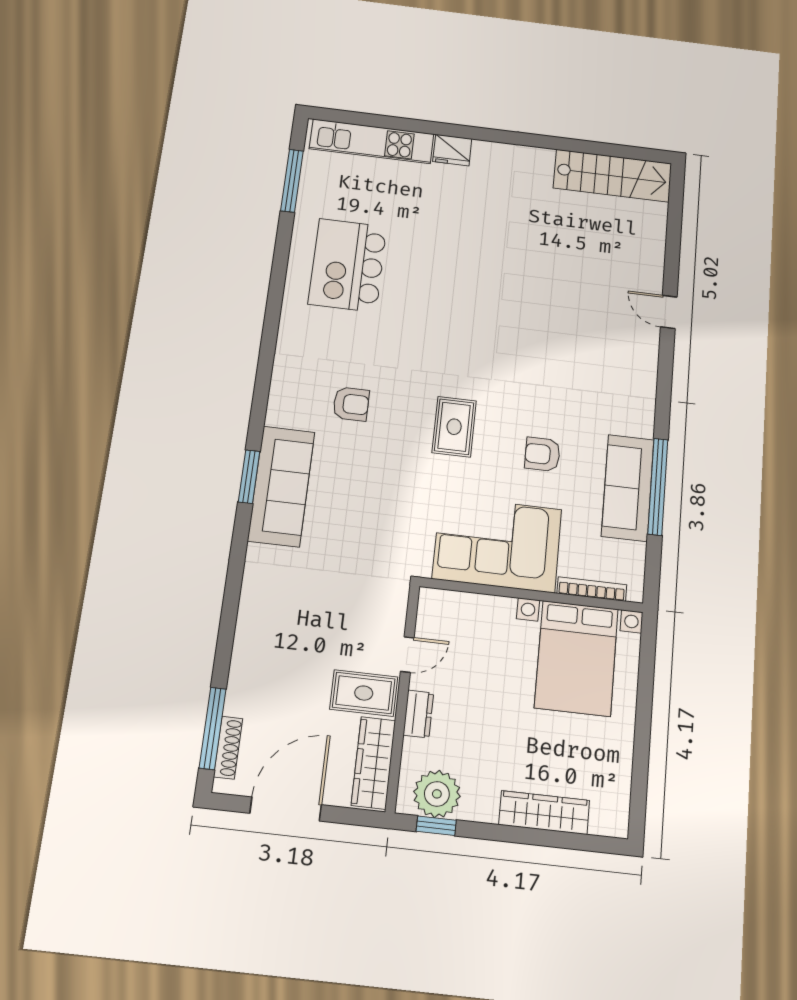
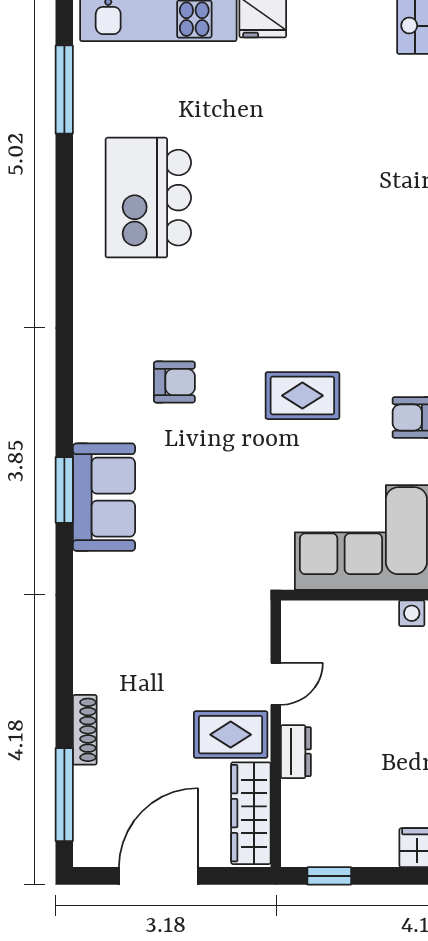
rug: (454, 427) -> (302, 396), turned 90
sofa: (281, 486) -> (104, 497), width x0.73
shoe rack: (228, 748) -> (85, 730), moved
plant: (437, 794) -> (326, 840), removed

